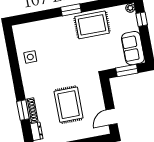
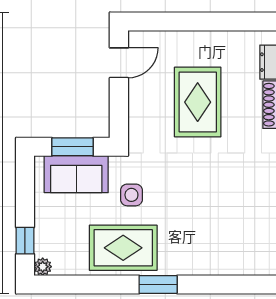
sofa: (133, 48) -> (76, 174), moved, turned 90
side table: (30, 57) -> (131, 195), moved

